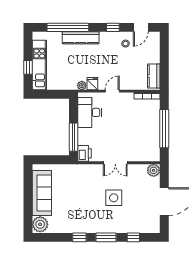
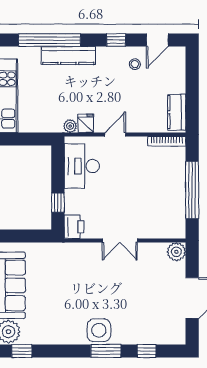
window: (73, 137) -> (58, 203), width x0.46
side table: (114, 198) -> (99, 330), moved
window: (79, 237) -> (22, 351), moved

